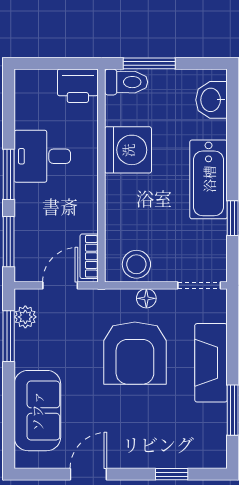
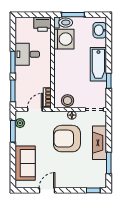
washing machine: (128, 150) -> (64, 39), moved
armchair: (135, 353) -> (67, 139), turned 90
window: (172, 474) -> (93, 190), moved

